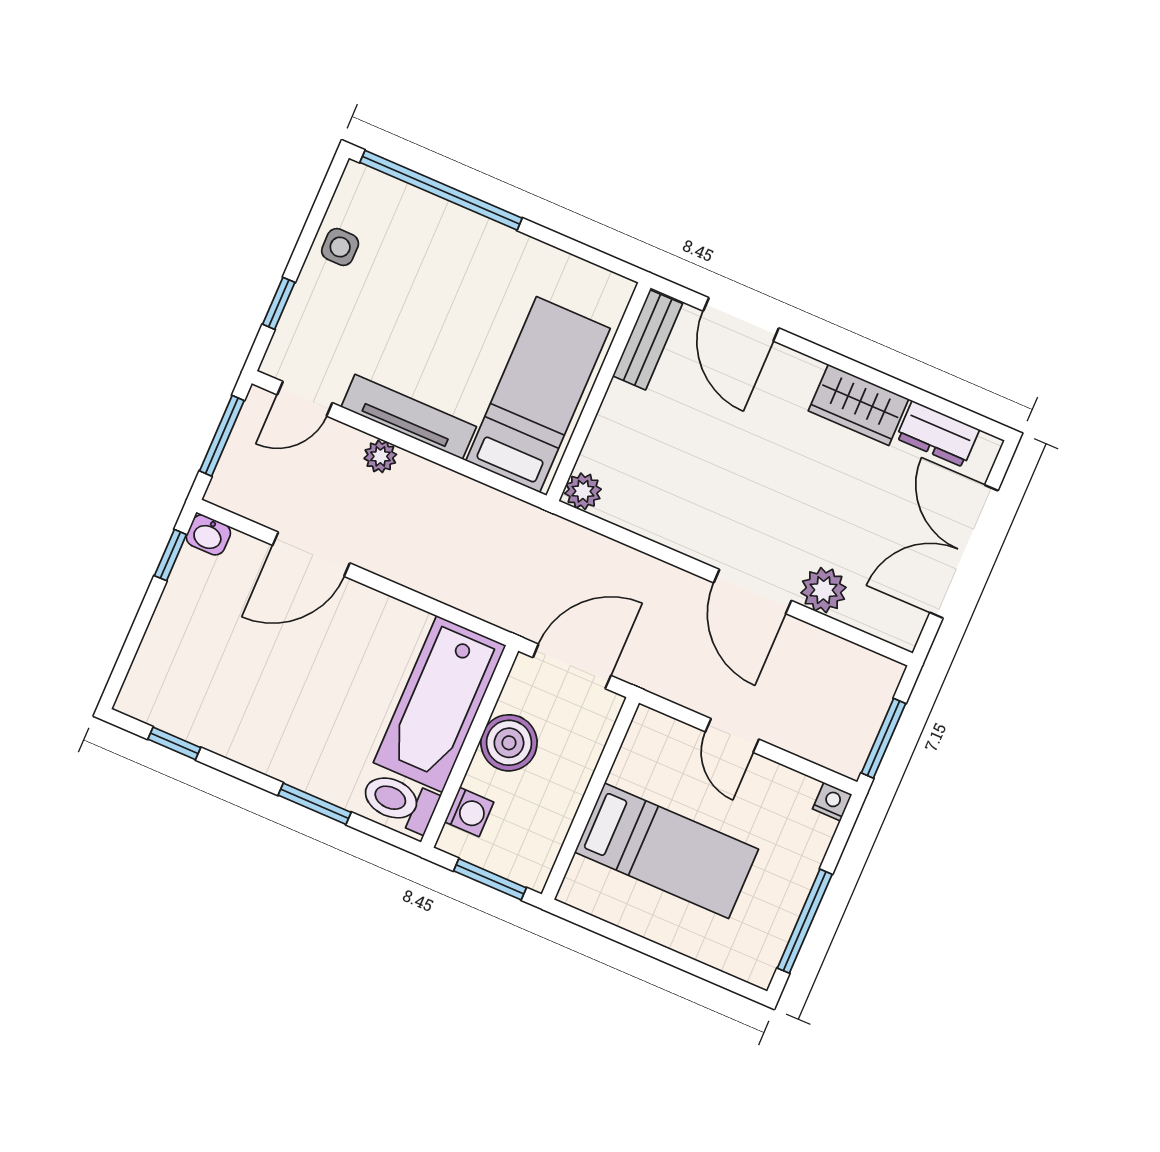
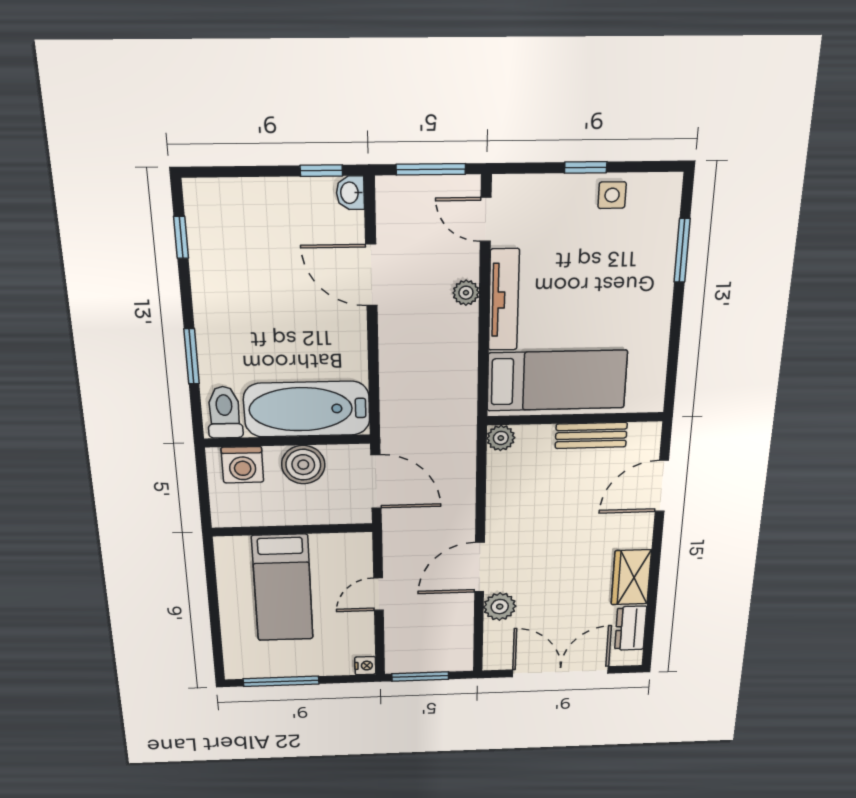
window: (441, 190) -> (682, 250), width x0.47
window: (279, 303) -> (586, 167), moved
bench: (648, 340) -> (591, 435), moved
washing machine: (469, 812) -> (242, 465), width x1.38, depth x1.38
window: (490, 879) -> (204, 492), removed

